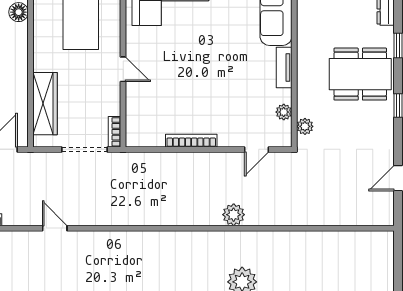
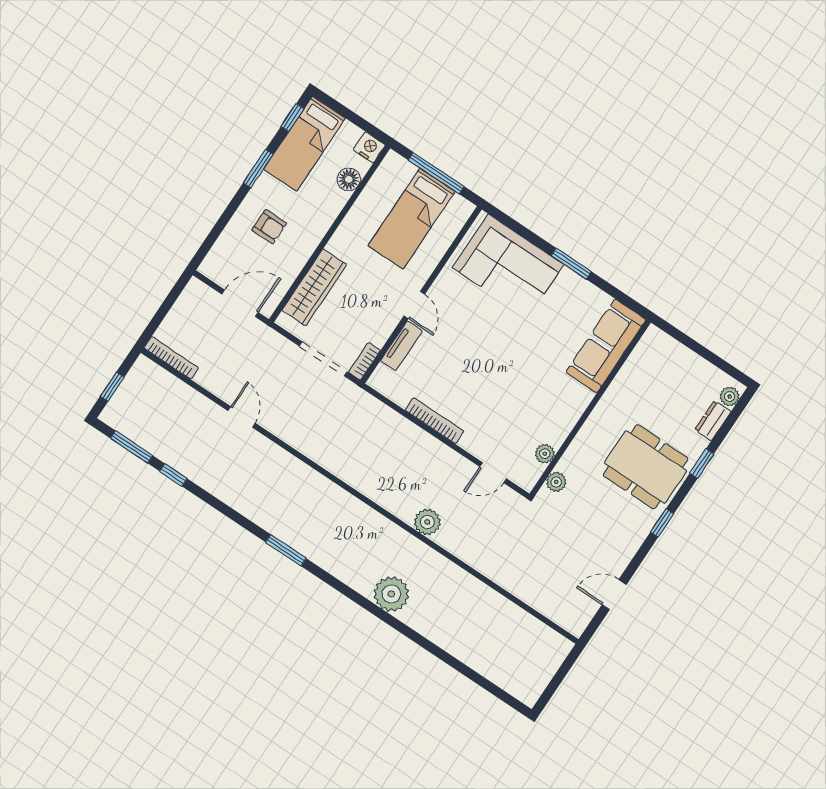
tv unit: (284, 68) -> (401, 346), moved, turned 180

